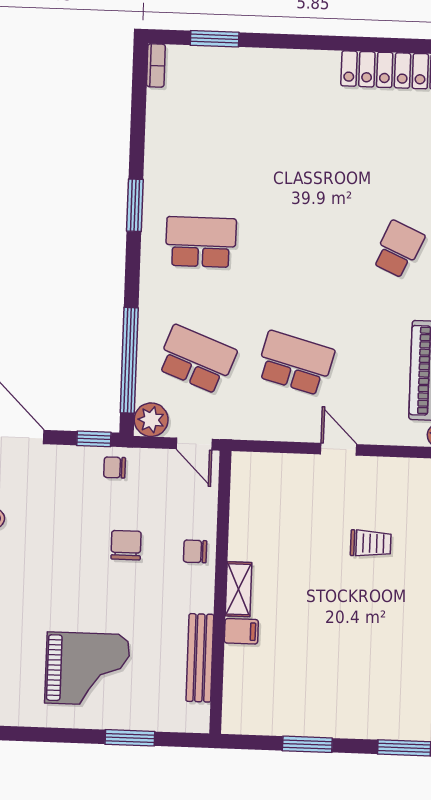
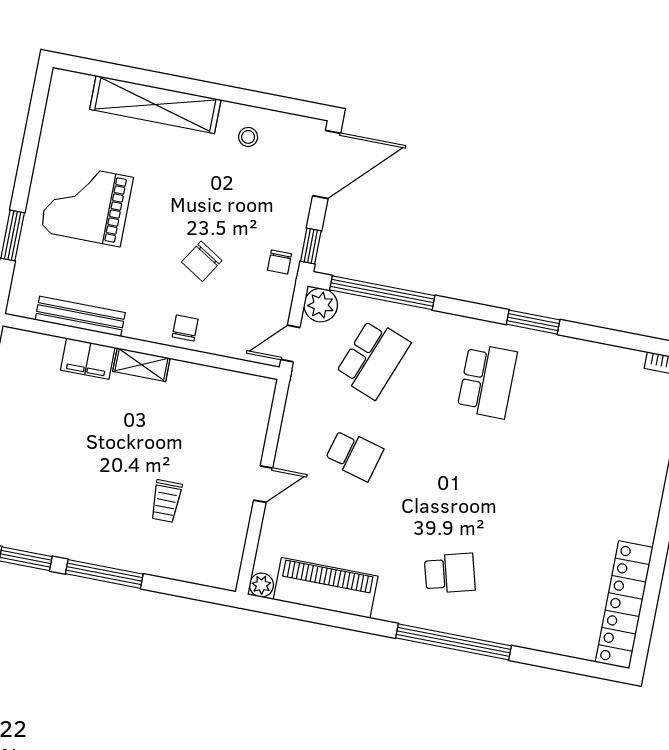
school desk: (398, 249) -> (450, 573), turned -39
school desk: (295, 363) -> (354, 455), width x0.54
chair: (115, 468) -> (280, 262), turned 180
chair: (126, 545) -> (202, 261), turned 122
filing cabinet: (241, 631) -> (88, 359), width x2.00
grand piano: (87, 669) -> (87, 204), turned 90

